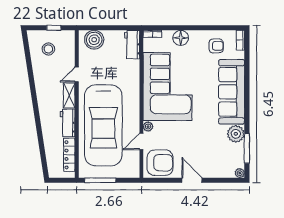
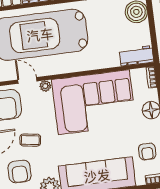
coffee table: (193, 146) -> (30, 140), added
armchair: (219, 158) -> (20, 172), added

